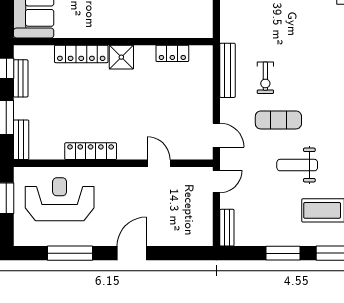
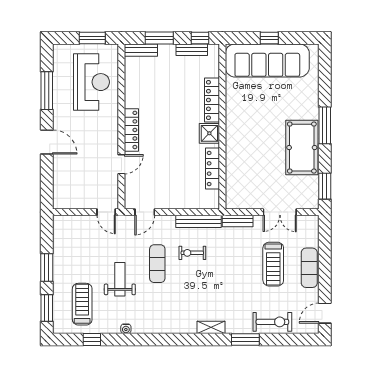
locker: (172, 53) -> (213, 169), width x1.53
locker: (91, 151) -> (131, 130), moved
bench: (227, 228) -> (238, 221), moved

